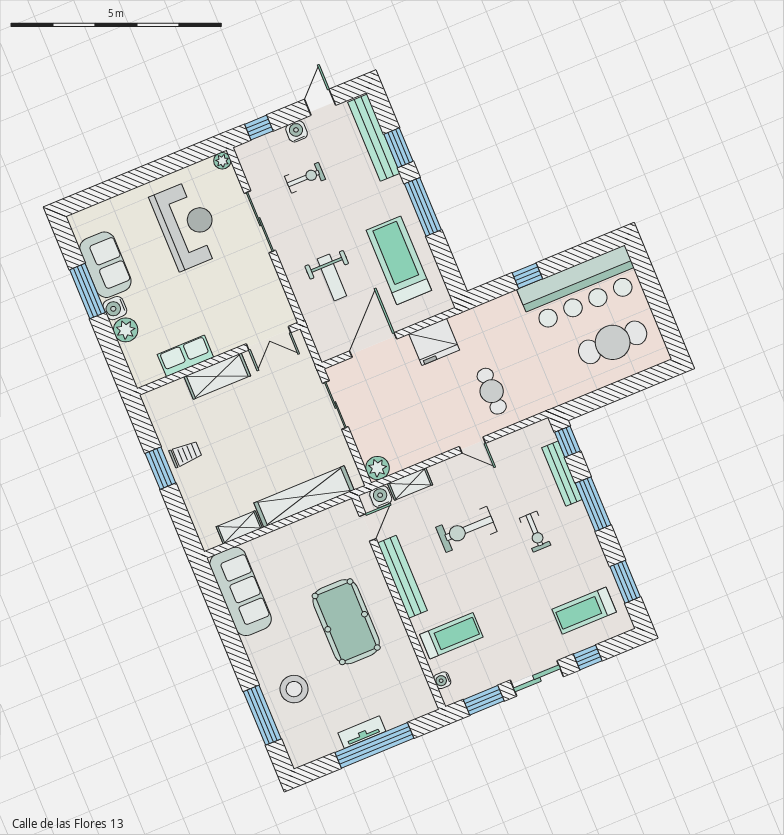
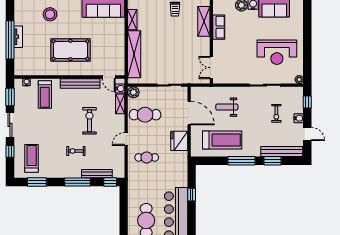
shelving: (217, 376) -> (204, 21), moved
cafe table: (411, 428) -> (145, 115), added

